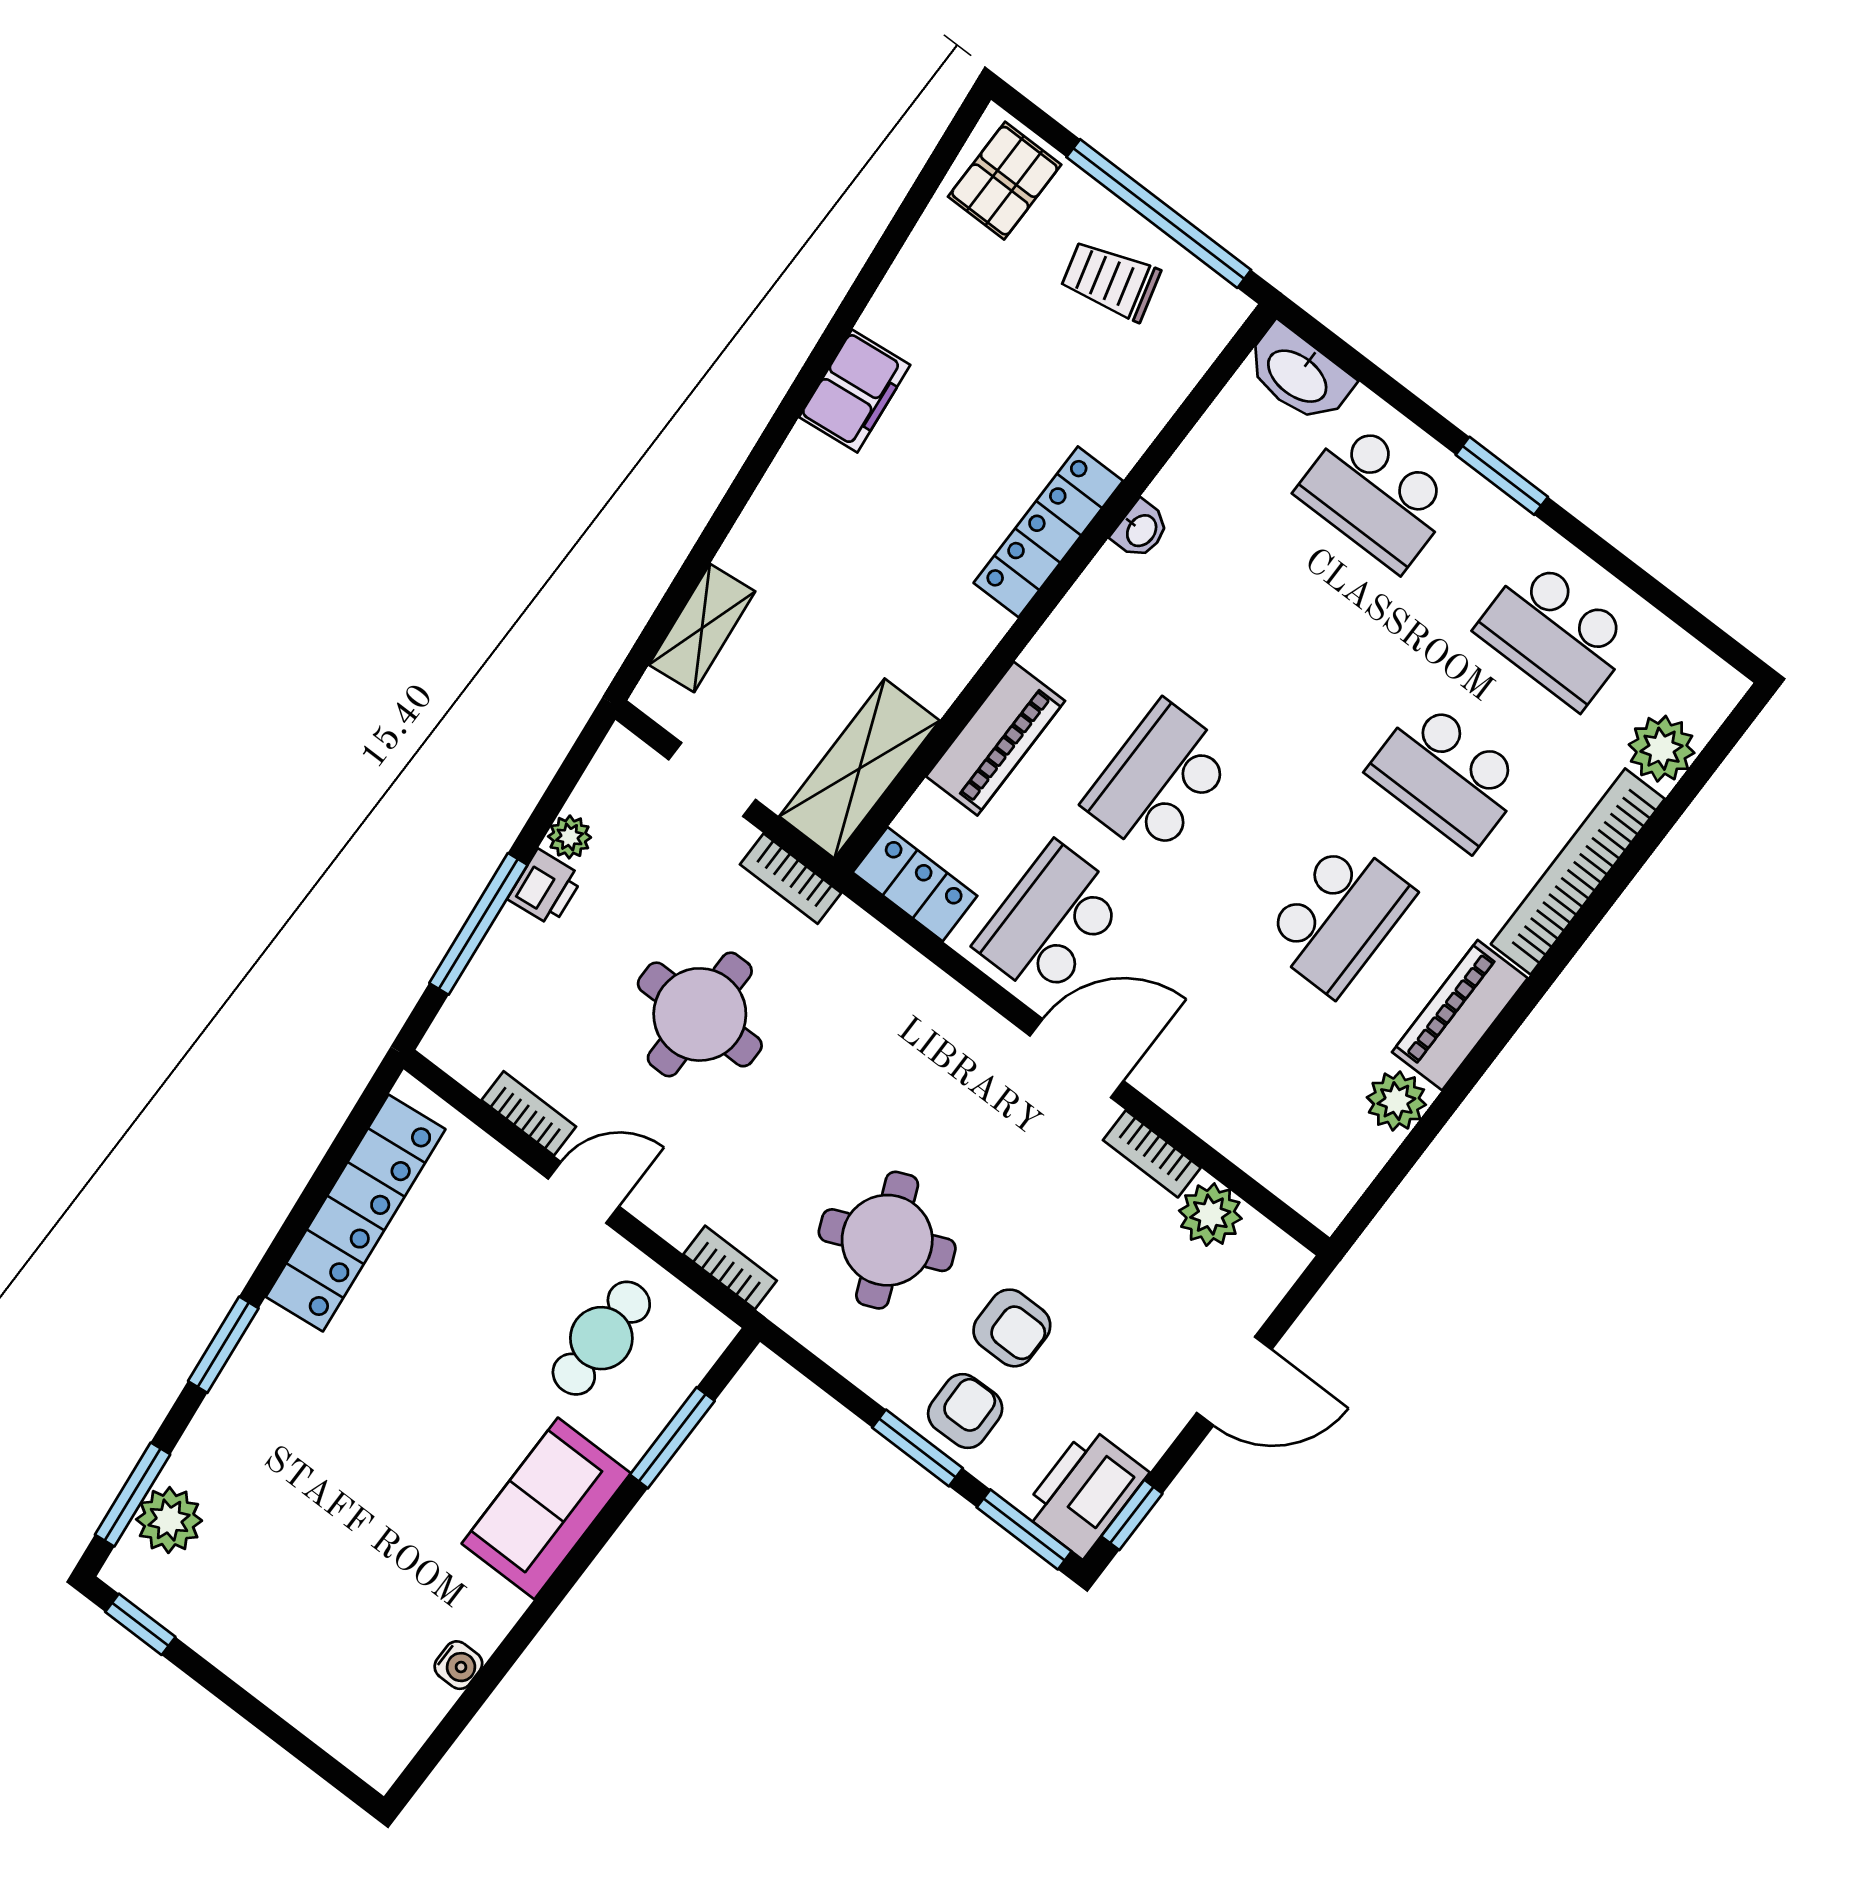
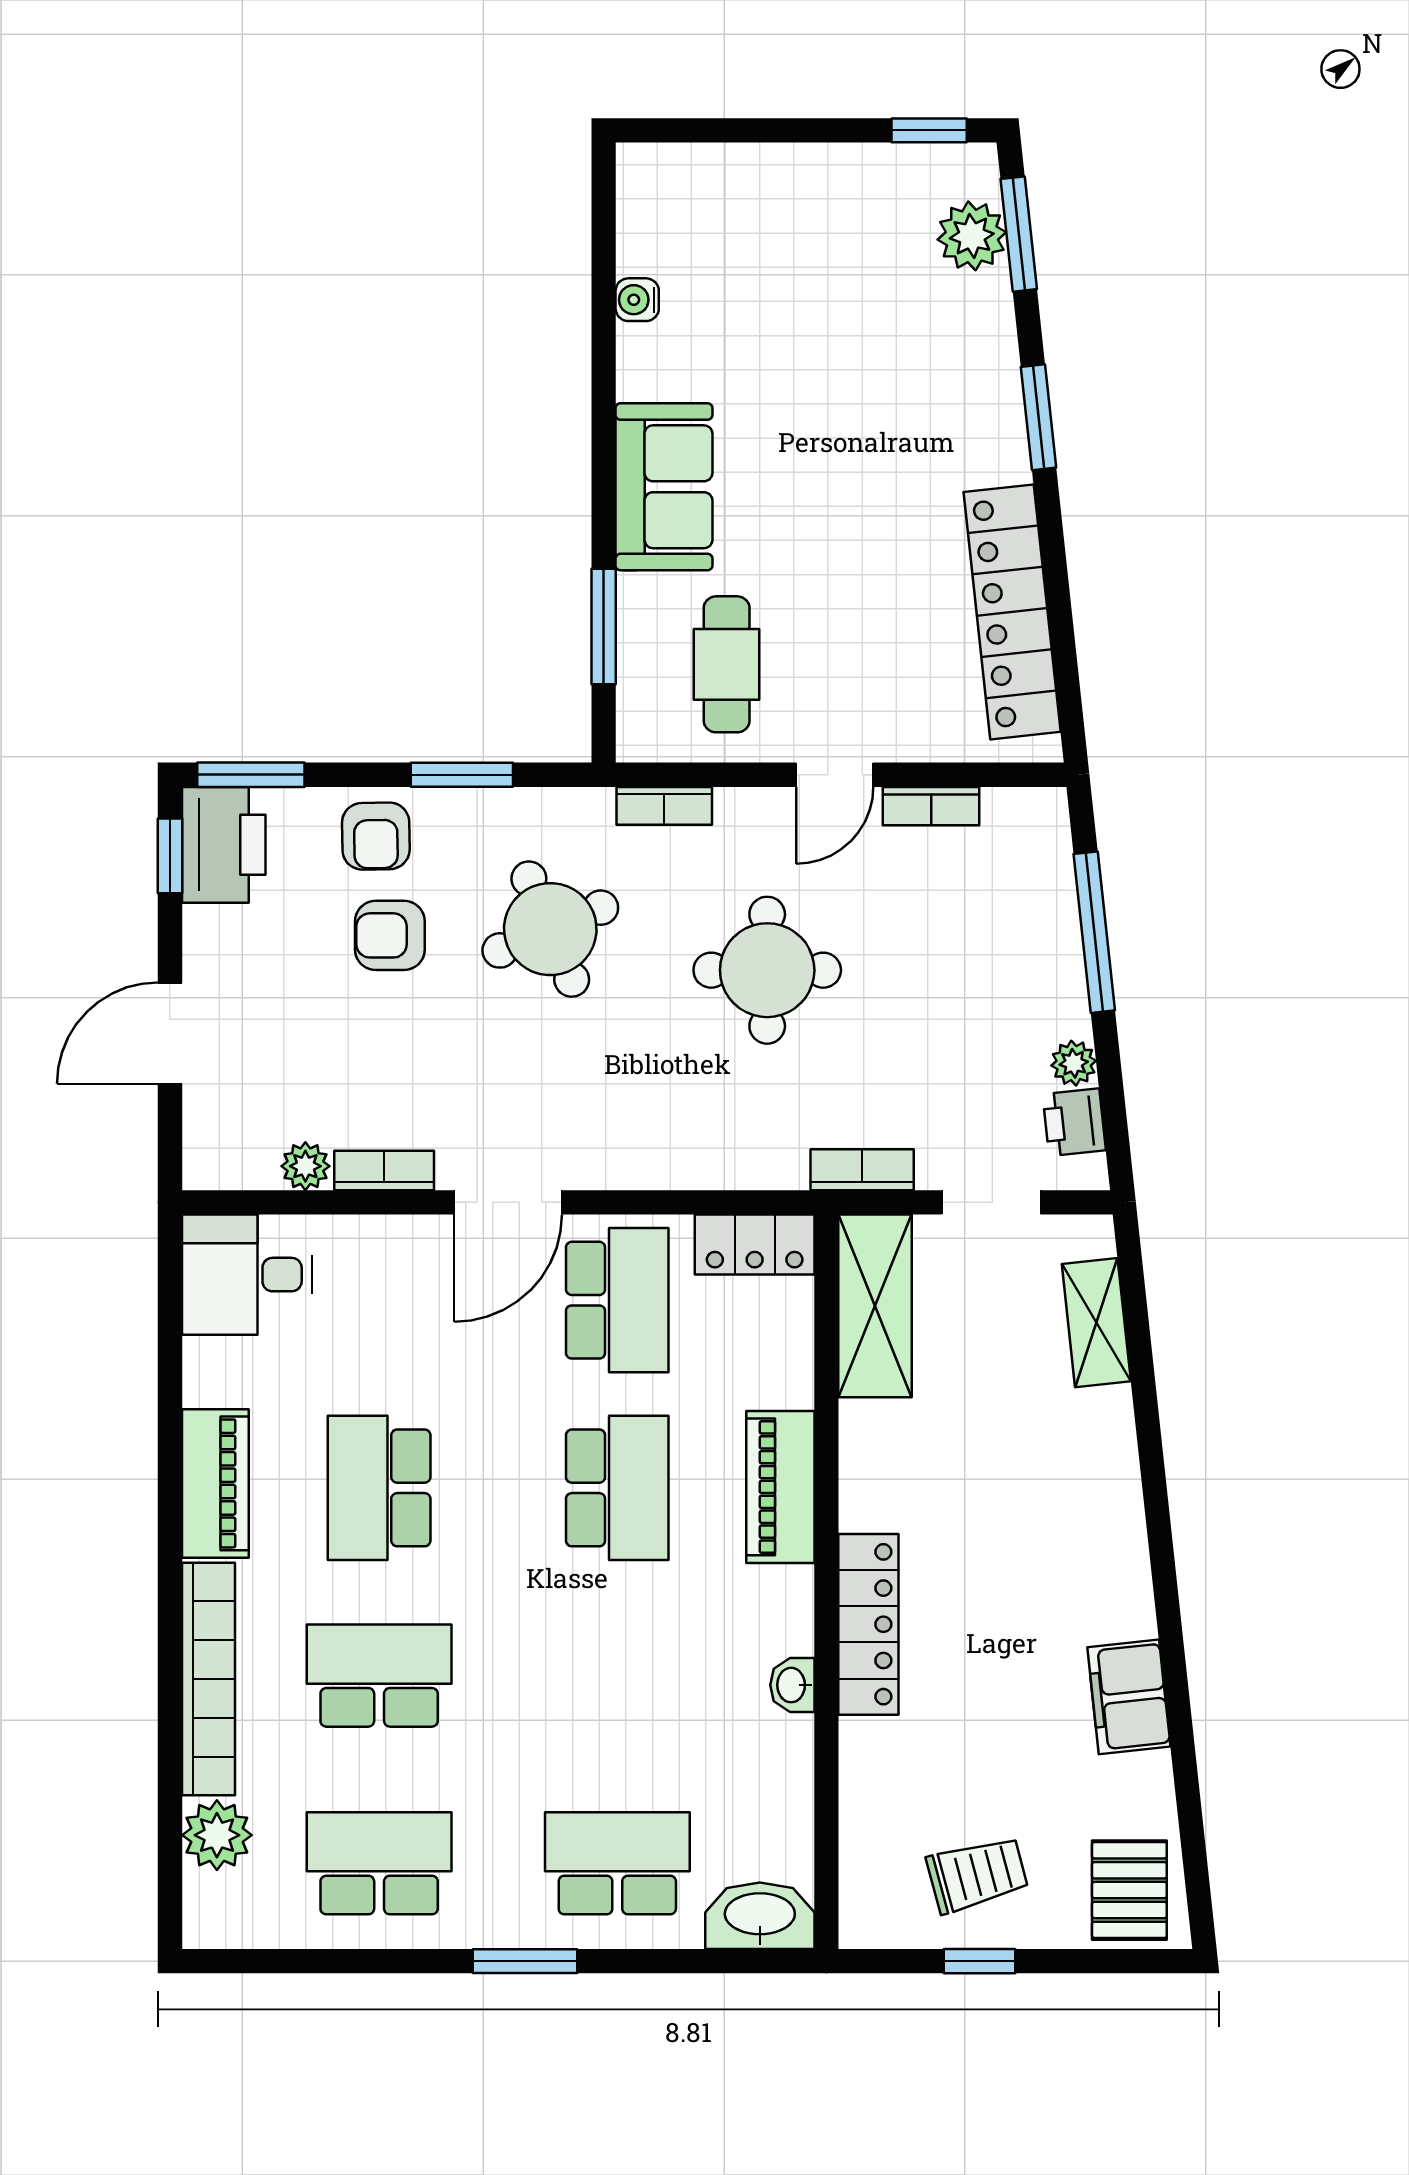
window: (1159, 214) -> (980, 1961), width x0.32
filing cabinet: (855, 391) -> (1129, 1697), moved
piano: (996, 739) -> (780, 1487), moved
printer: (545, 888) -> (1074, 1122), moved
round table: (700, 1014) -> (767, 970), moved
plant: (1396, 1101) -> (213, 1371), removed
desk: (1315, 1154) -> (247, 1275), added
plant: (1210, 1215) -> (305, 1166), width x0.73, depth x0.73
window: (917, 1448) -> (462, 775), moved

